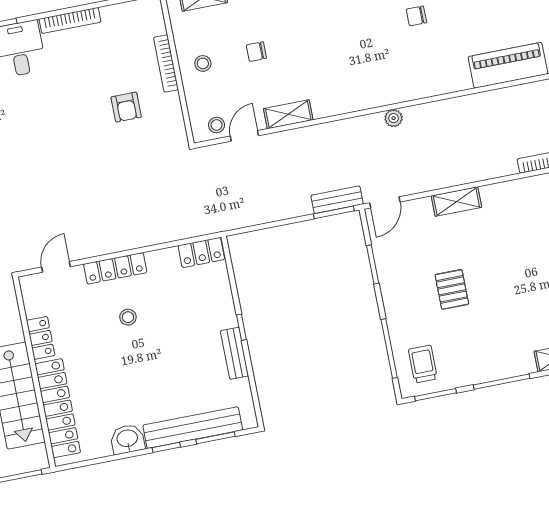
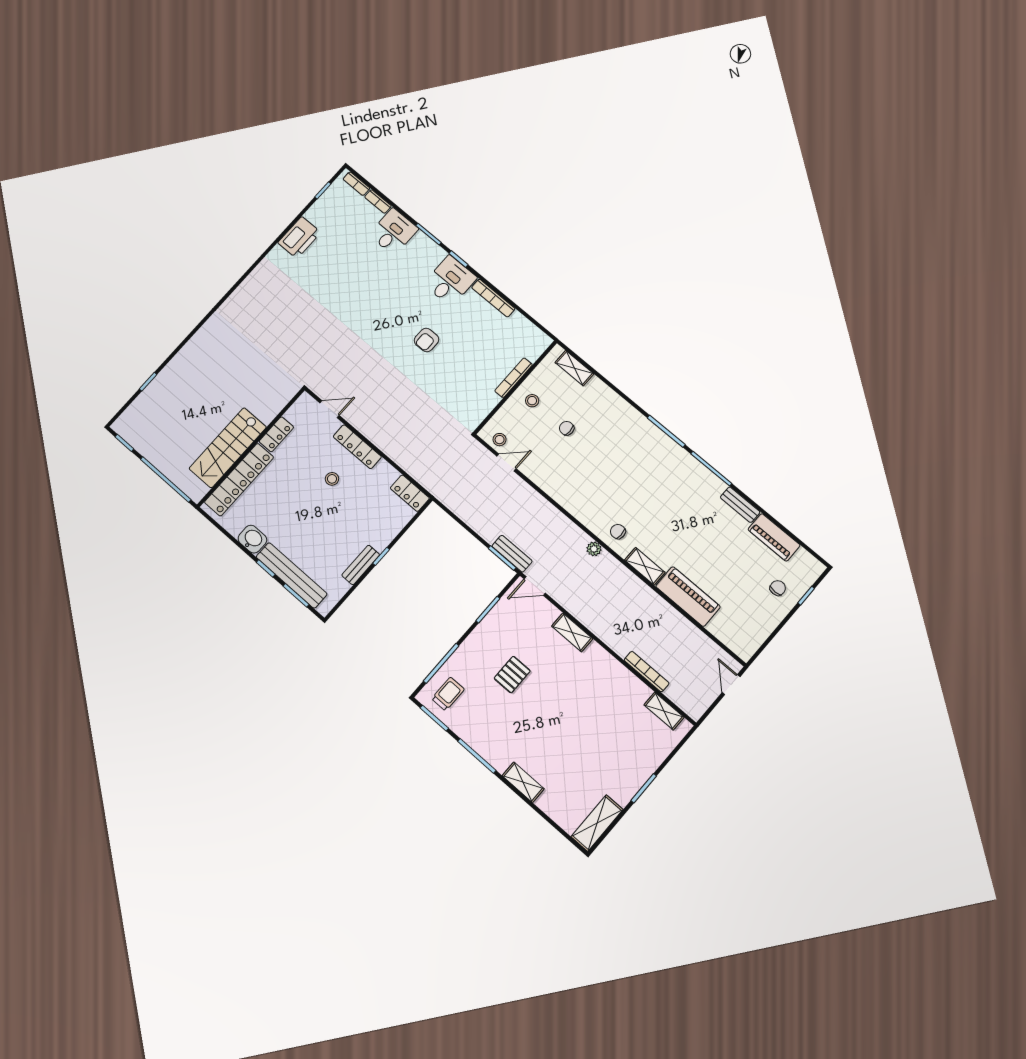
chair: (416, 16) -> (618, 532), moved
armchair: (126, 107) -> (427, 340), moved
shelving: (288, 114) -> (645, 566), moved

